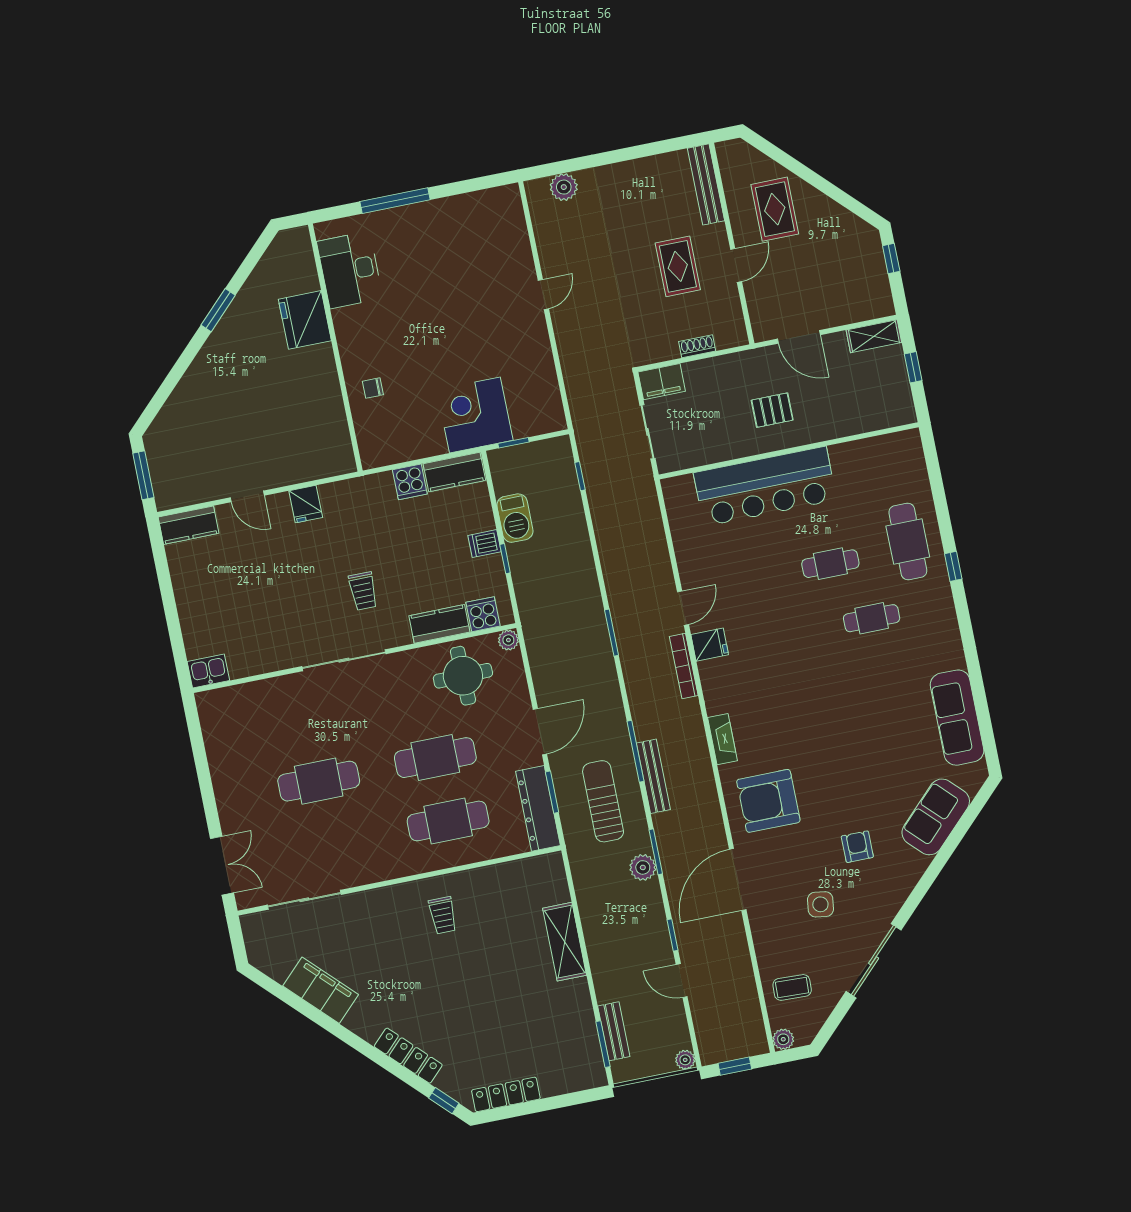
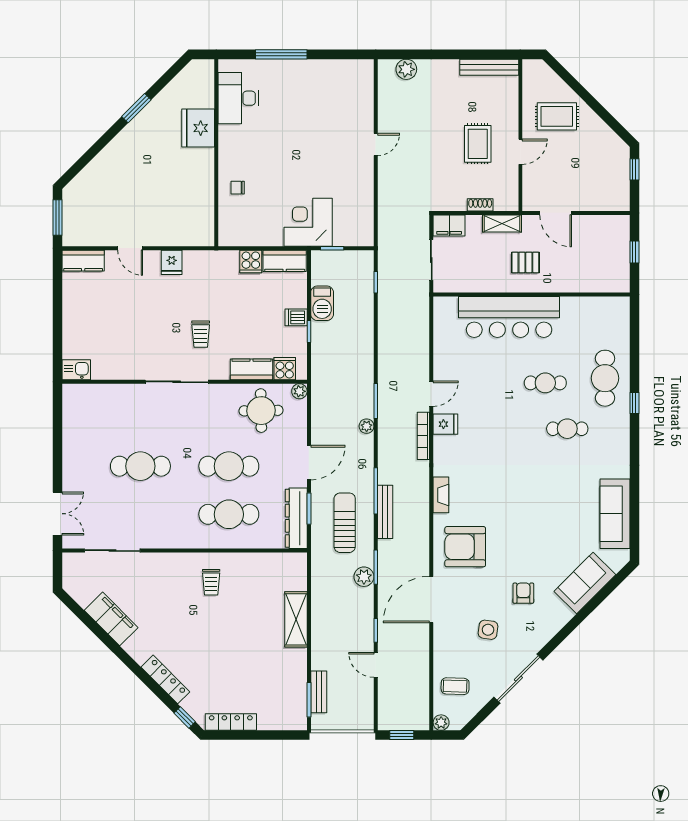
bench: (706, 184) -> (489, 67), moved, turned 90
rug: (775, 209) -> (557, 116), turned 90
shelving: (874, 336) -> (502, 224), moved
plant: (685, 1060) -> (367, 426), moved

